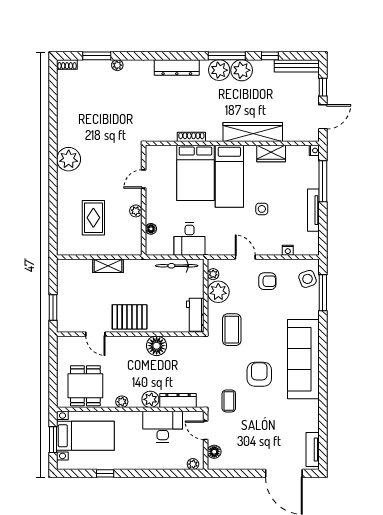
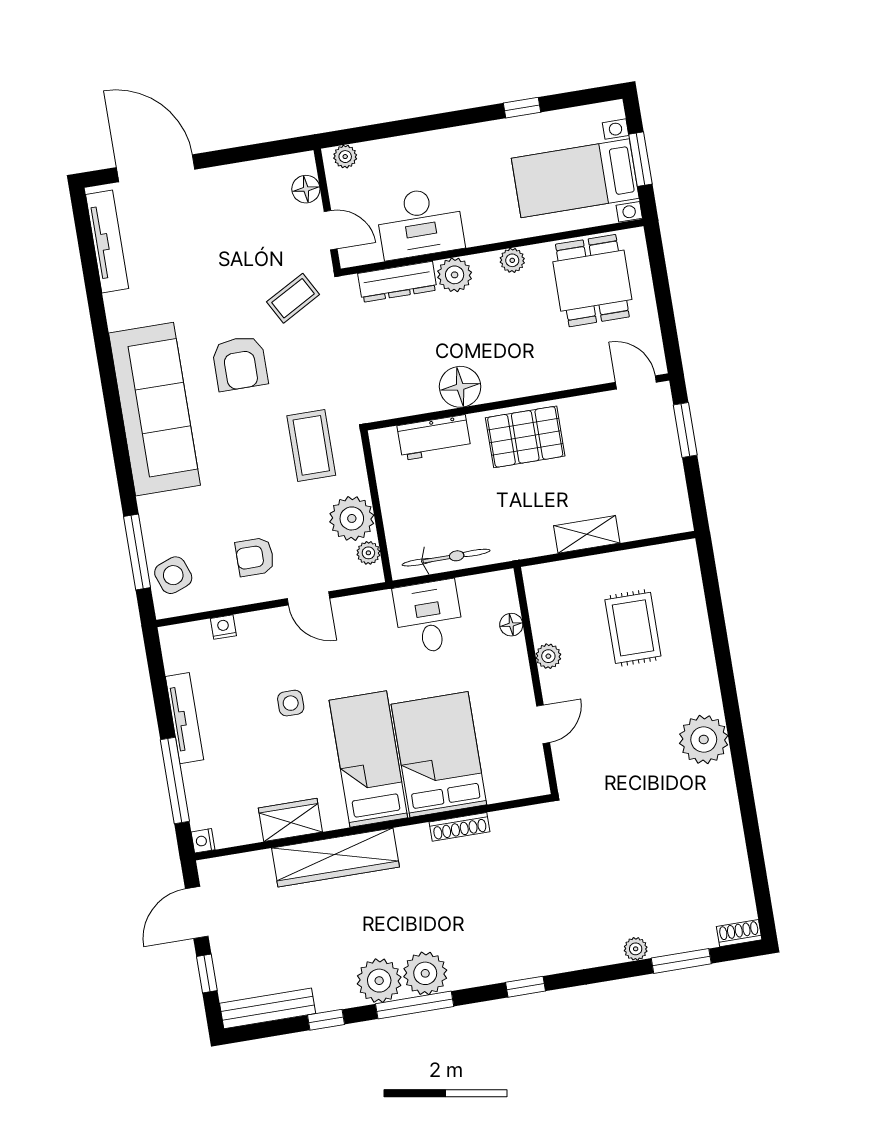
window: (173, 56) -> (525, 987), added
dresser: (177, 67) -> (513, 964), removed
workbench: (195, 315) -> (434, 438), moved, turned 90
door: (95, 334) -> (636, 382), moved
coffee table: (229, 401) -> (293, 298), turned 61
tv unit: (313, 449) -> (107, 241), width x1.41

